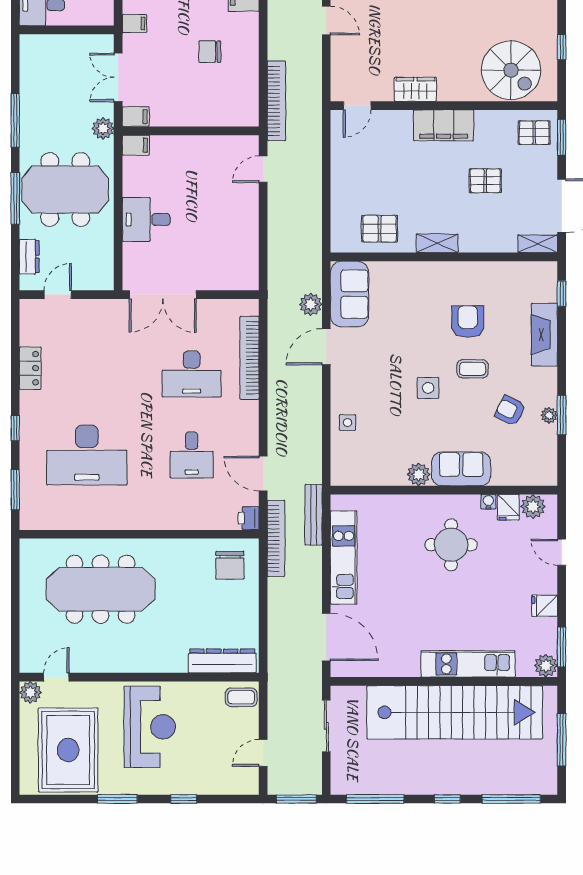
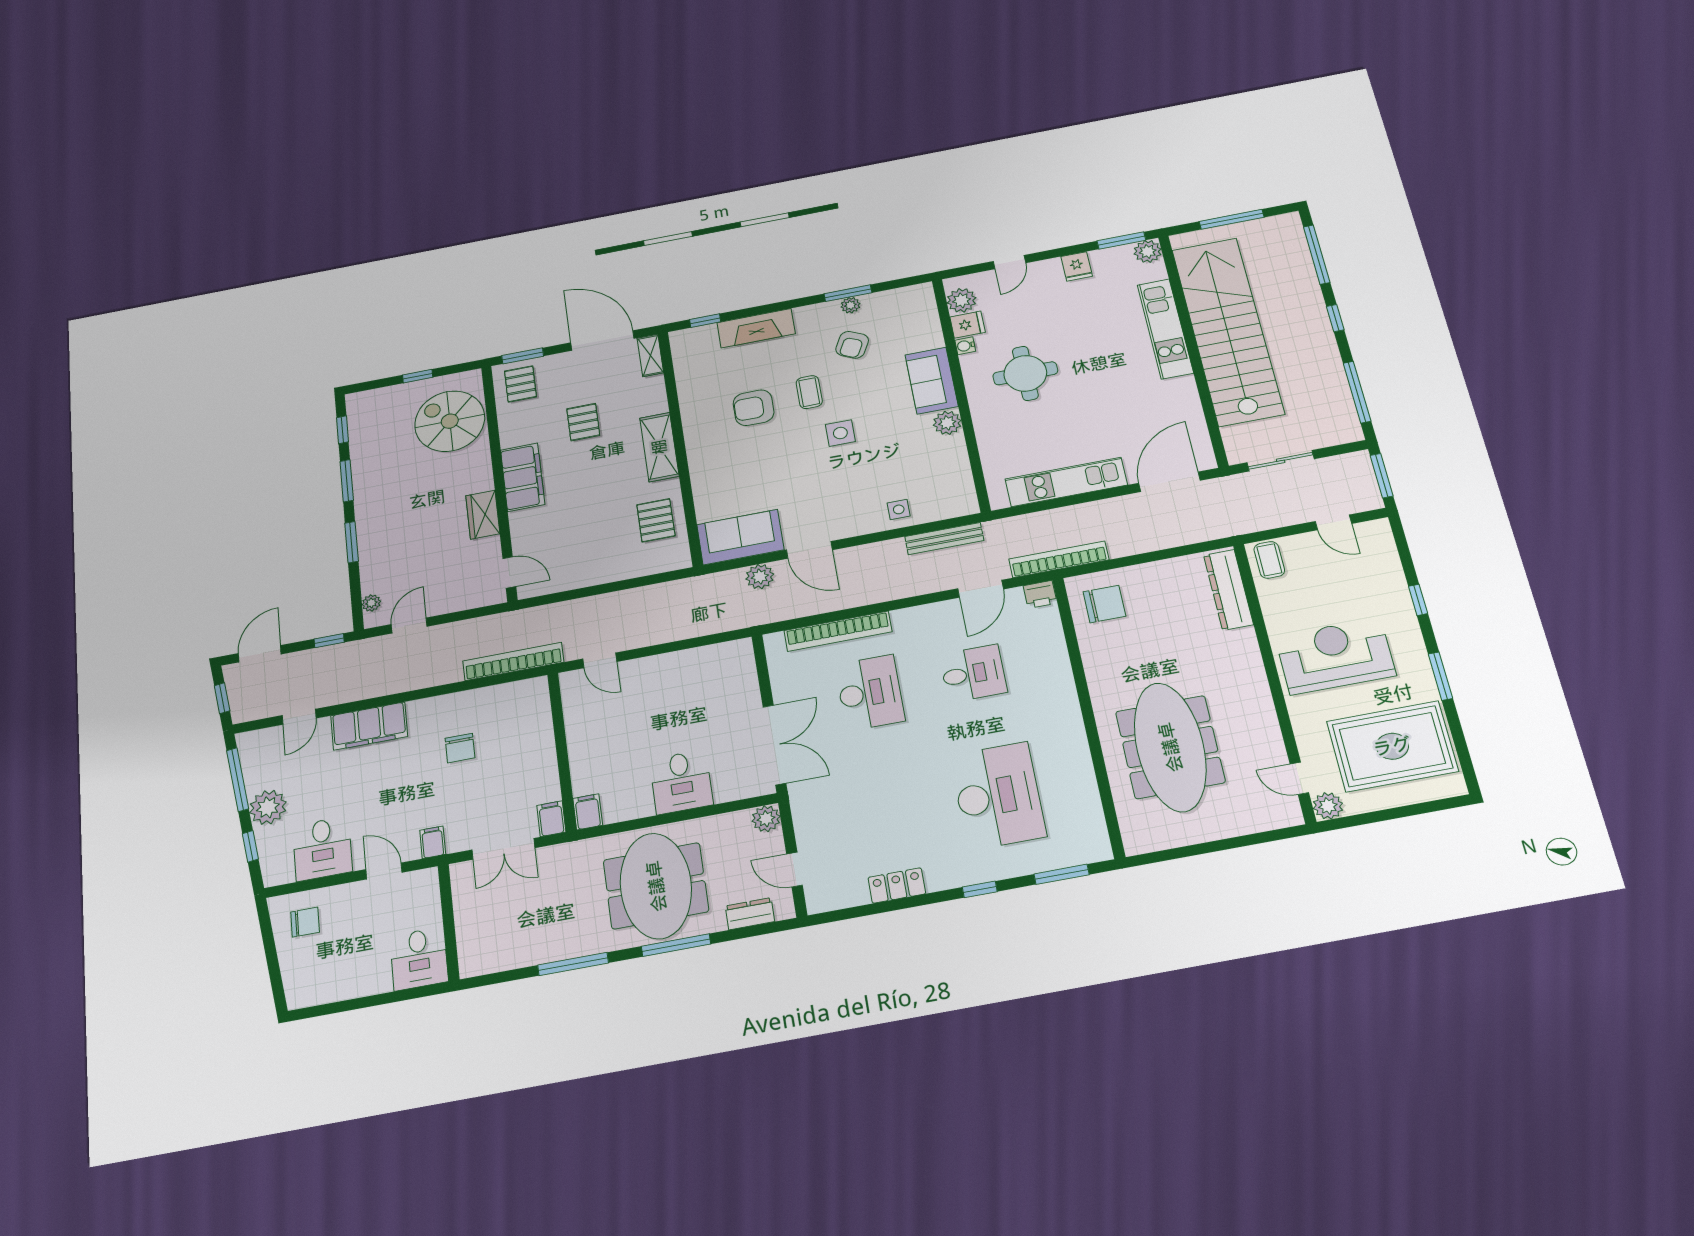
spiral stairs: (511, 70) -> (450, 421), turned -90
plant: (103, 128) -> (766, 819), moved
shelving: (437, 243) -> (659, 447), width x1.50, depth x1.33
bench: (314, 515) -> (944, 539), moved

